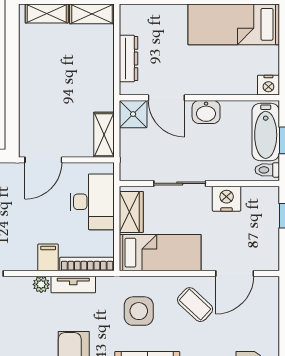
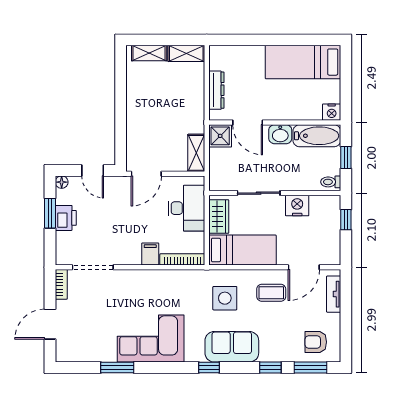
bathtub: (266, 132) -> (317, 136), moved, turned -90
plant: (41, 284) -> (144, 276), removed
tv unit: (73, 285) -> (334, 294), moved, turned 90
coffee table: (195, 305) -> (271, 293), turned -43

